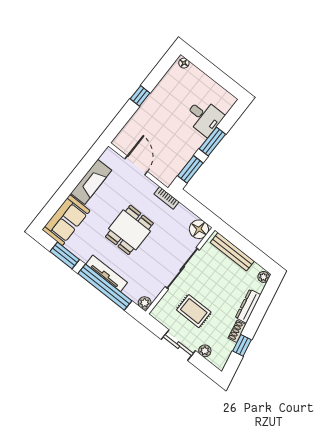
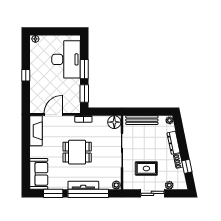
desk: (204, 117) -> (66, 59), width x1.87, depth x1.30
door: (136, 165) -> (53, 114), hinge flipped
fireplace: (91, 182) -> (36, 131), moved
dining table: (129, 230) -> (77, 152), turned 90

